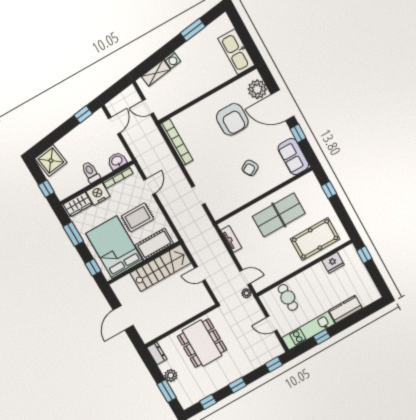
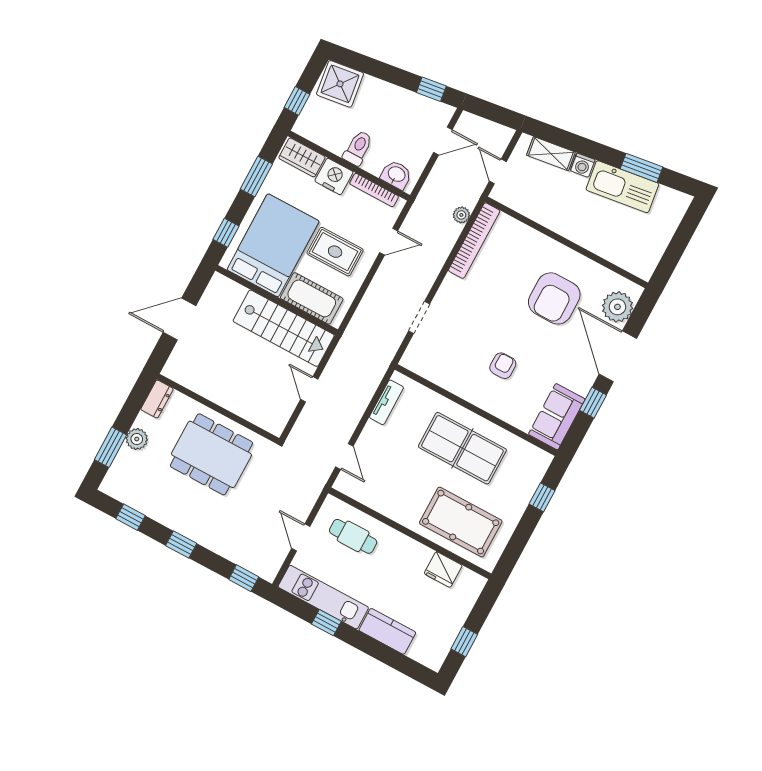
kitchen sink: (236, 52) -> (622, 187), moved, turned -98
armchair: (250, 168) -> (503, 366), turned 119
window: (364, 255) -> (464, 642), moved
plant: (246, 293) -> (461, 215), moved
cafe table: (288, 297) -> (353, 536), turned 90
dining table: (202, 343) -> (211, 454), turned 90

